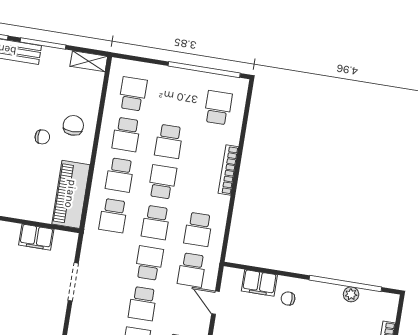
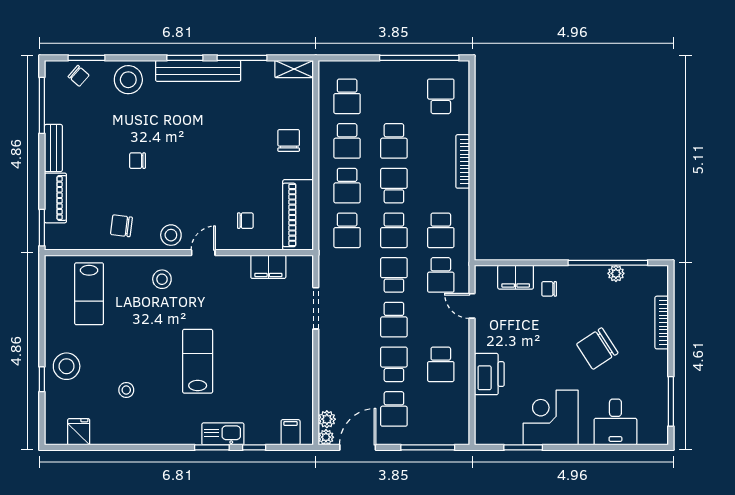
school desk: (133, 94) -> (347, 96), turned 180
chair: (42, 137) -> (245, 221), moved

